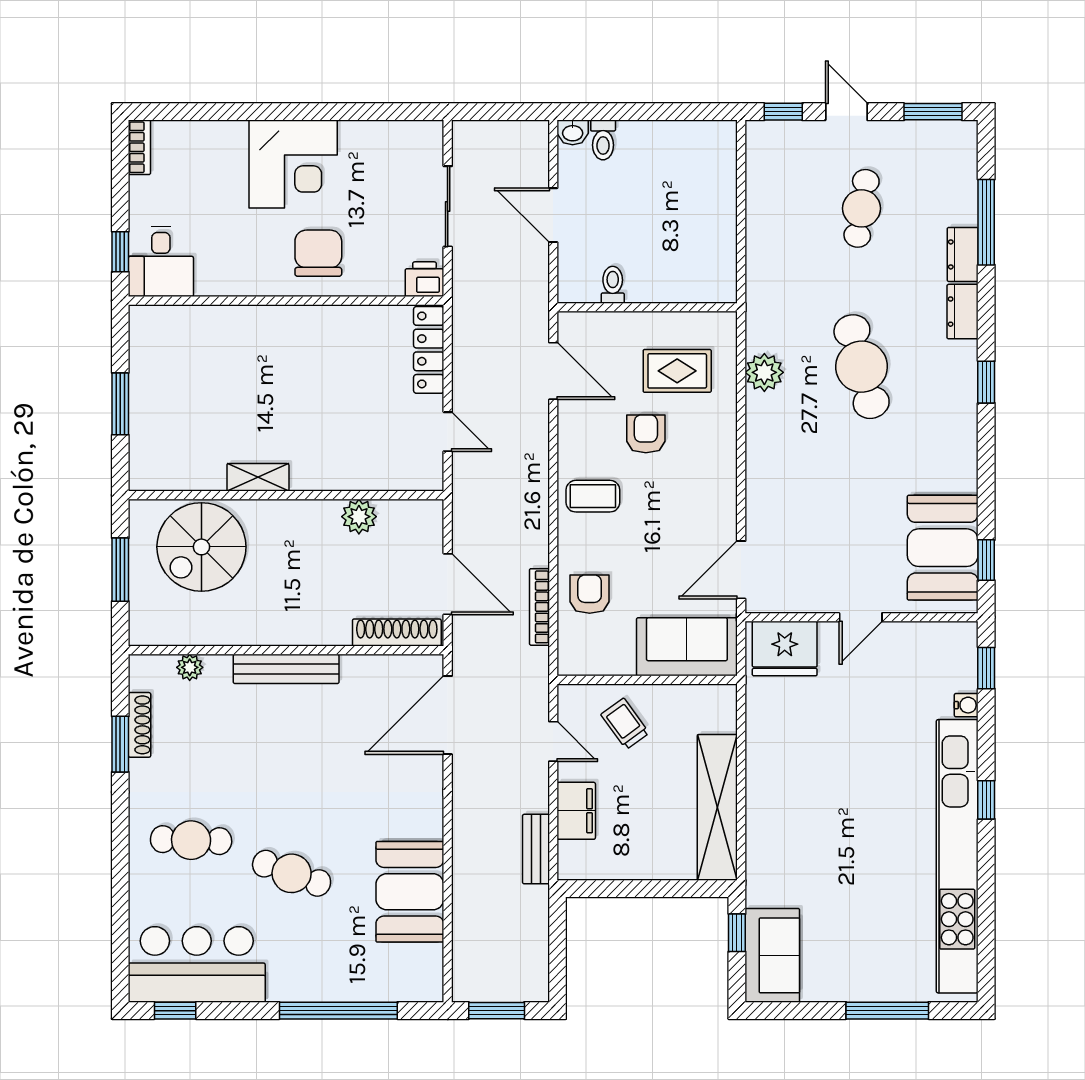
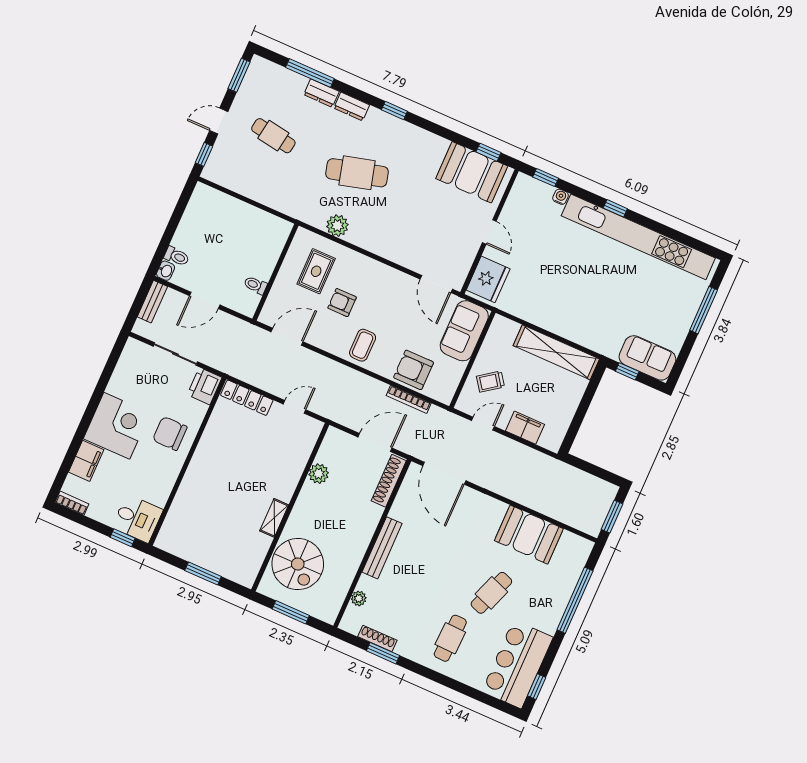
filing cabinet: (216, 140) -> (86, 461), added
printer: (425, 279) -> (205, 386), width x1.36, depth x1.24
armchair: (590, 594) -> (414, 370), width x1.38, depth x1.38
bench: (536, 849) -> (152, 302), moved, turned 90

